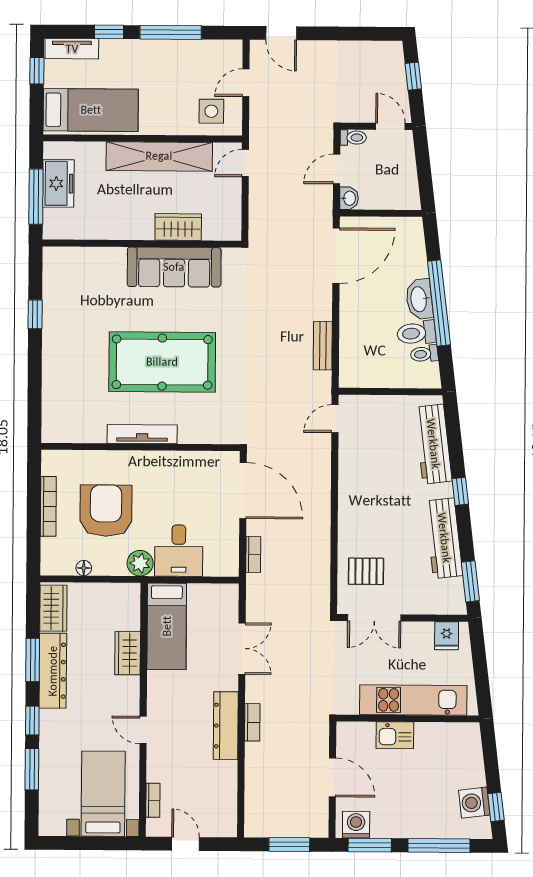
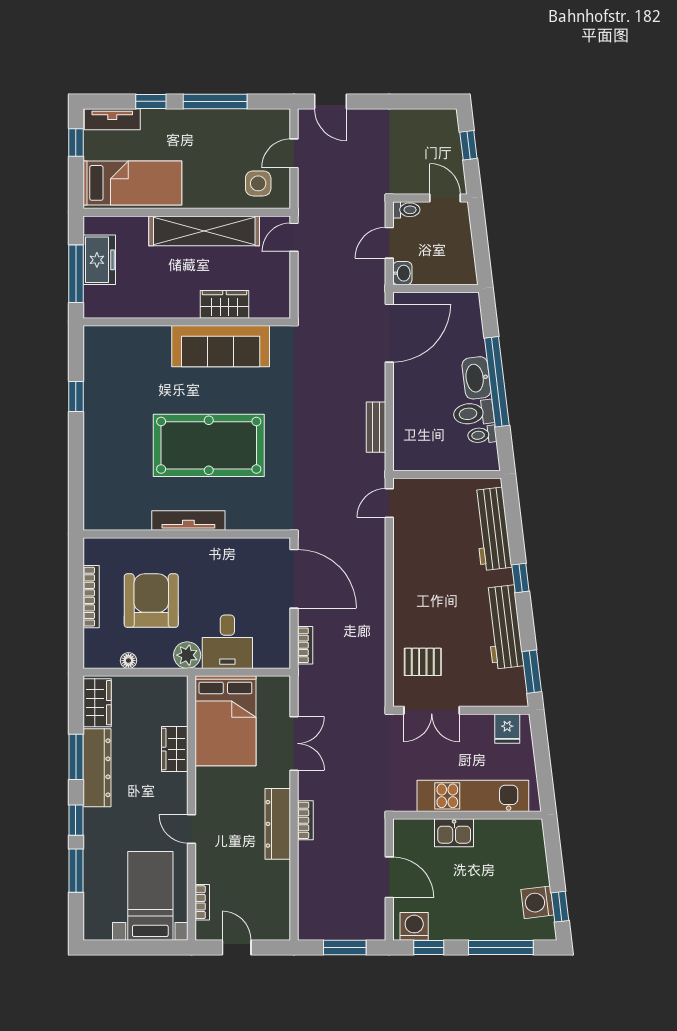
bed: (167, 626) -> (225, 721), width x1.50
window: (370, 845) -> (429, 947), width x0.67

